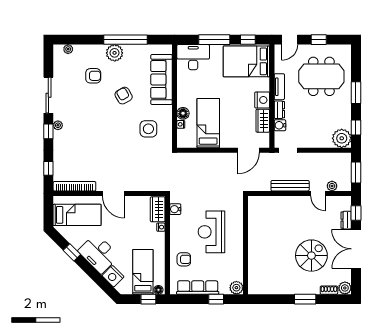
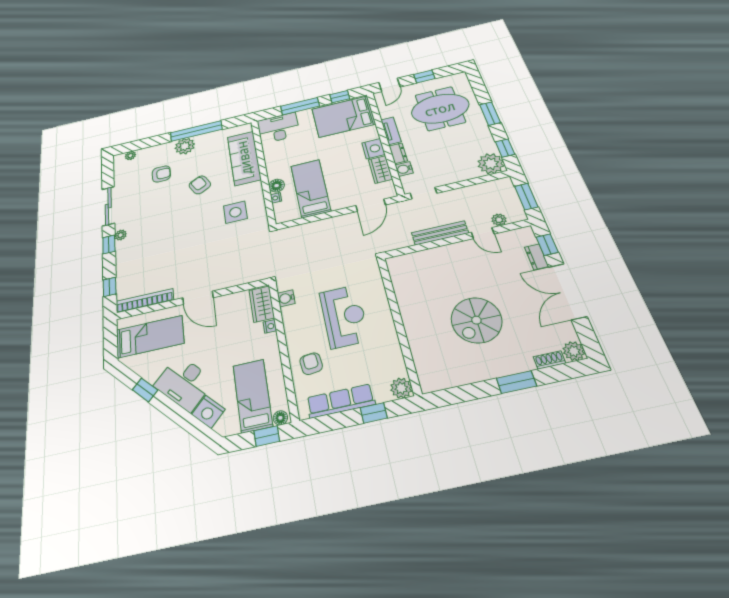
reception desk: (211, 232) -> (344, 316), turned 180
spiral stairs: (311, 256) -> (476, 320), moved, turned 180
armchair: (184, 259) -> (311, 364), turned -96

